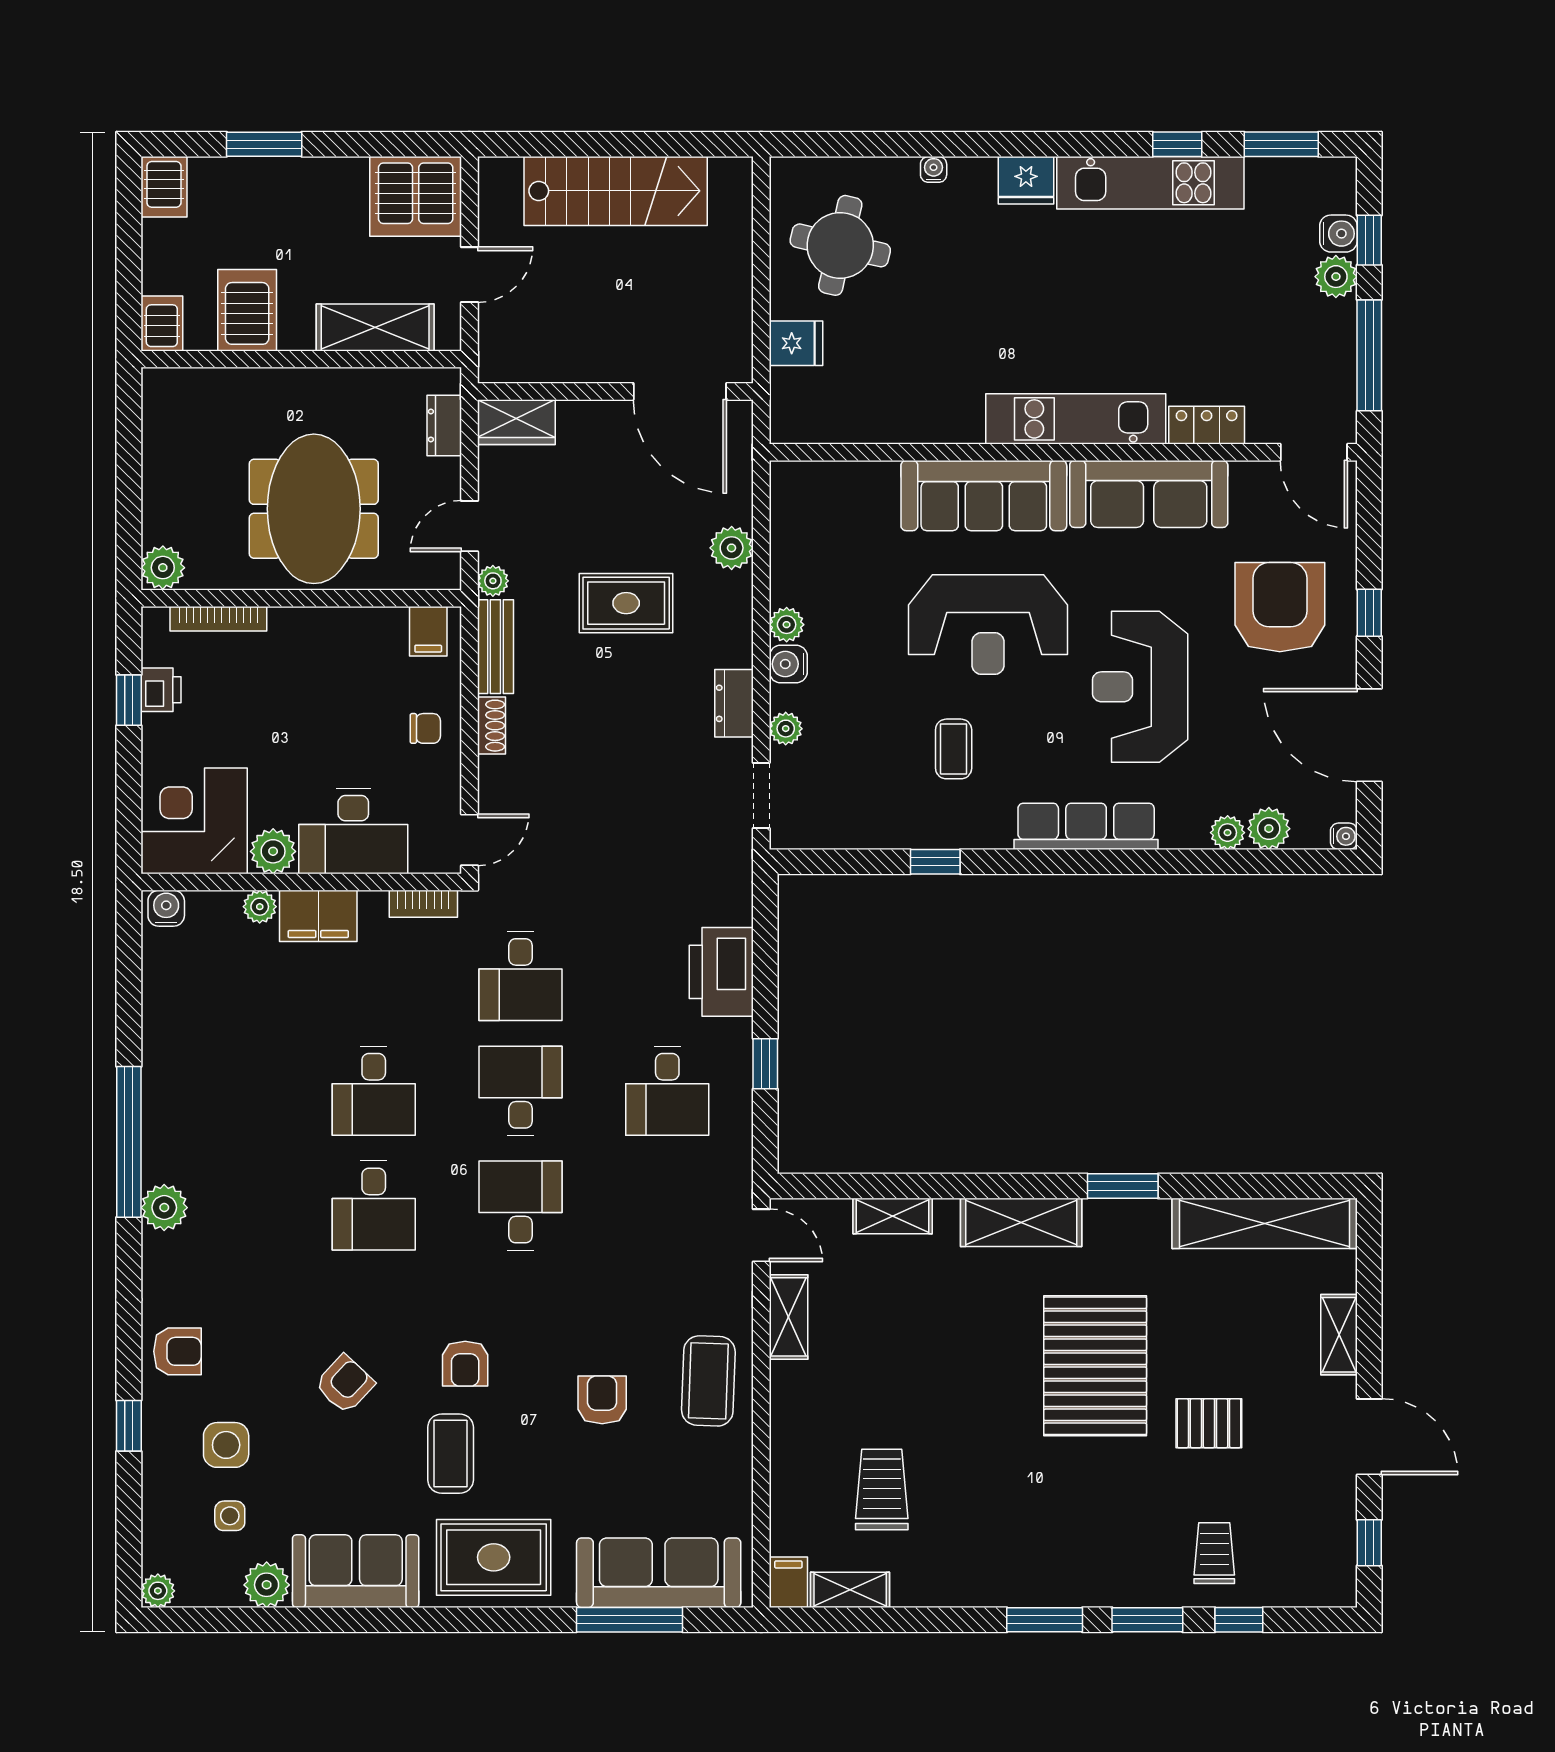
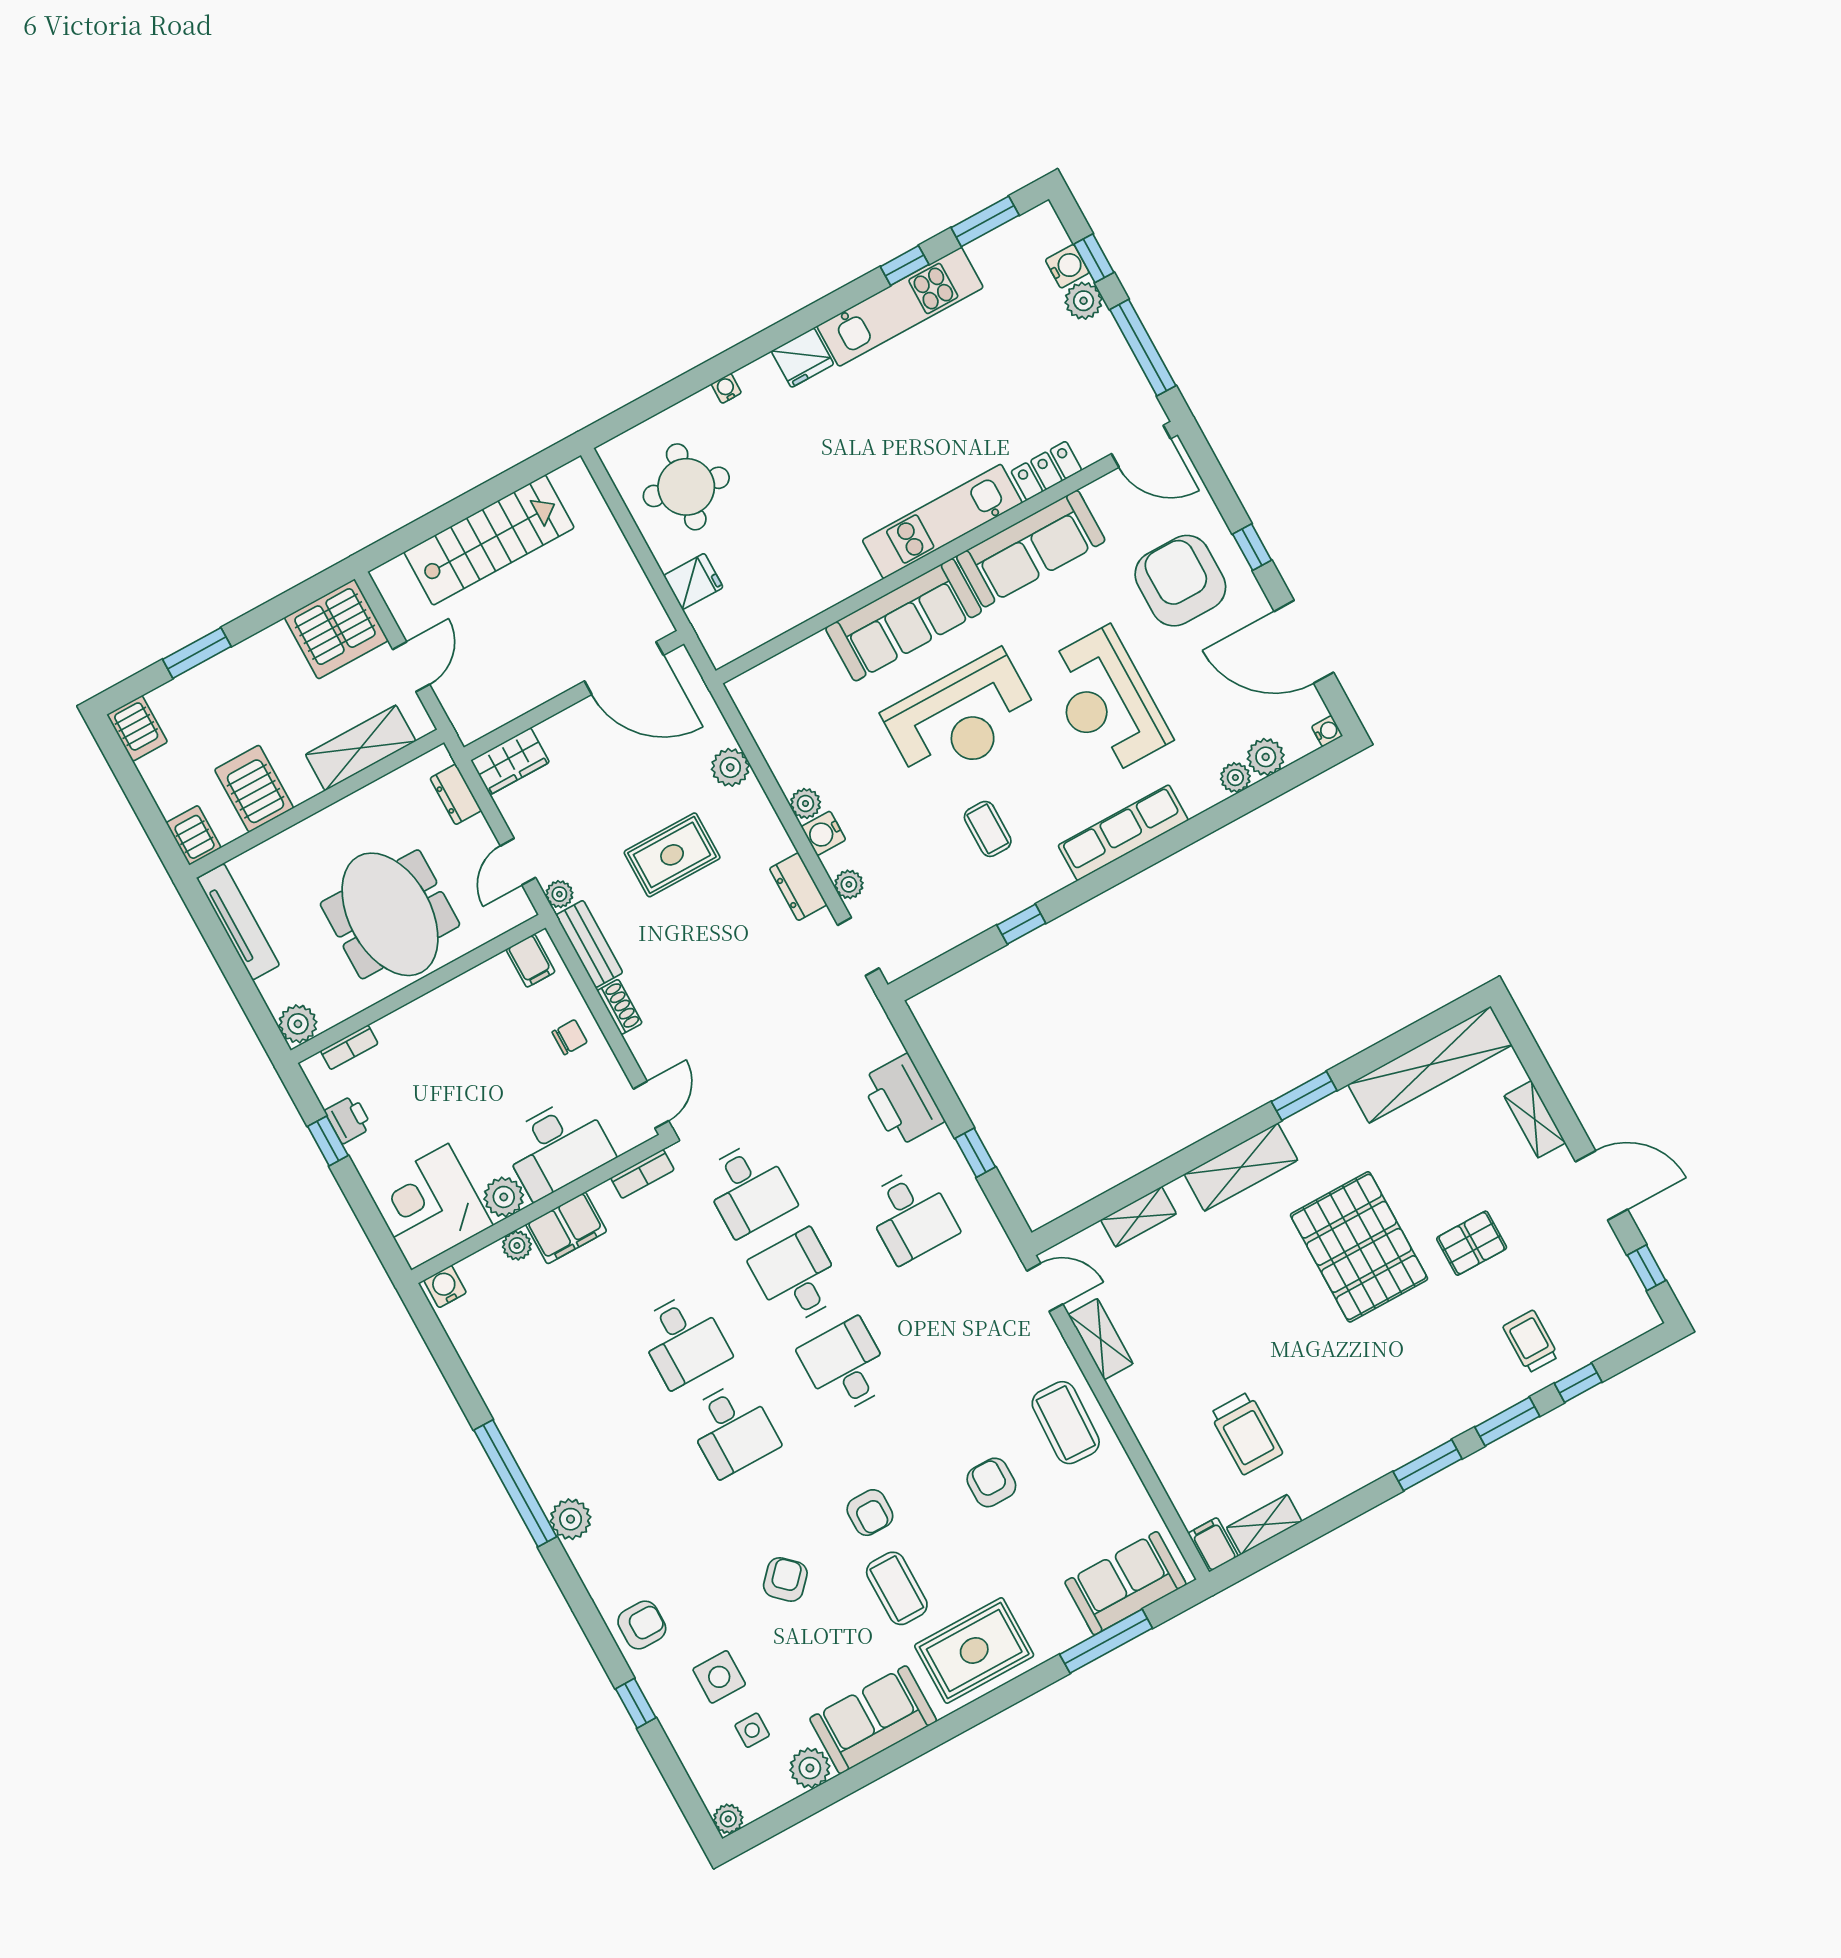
tv unit: (159, 434) -> (238, 922), added
bookcase: (218, 619) -> (349, 1047), width x0.64
trolley: (882, 1490) -> (1246, 1433), turned 180
sofa: (659, 1573) -> (1125, 1583), width x0.73

